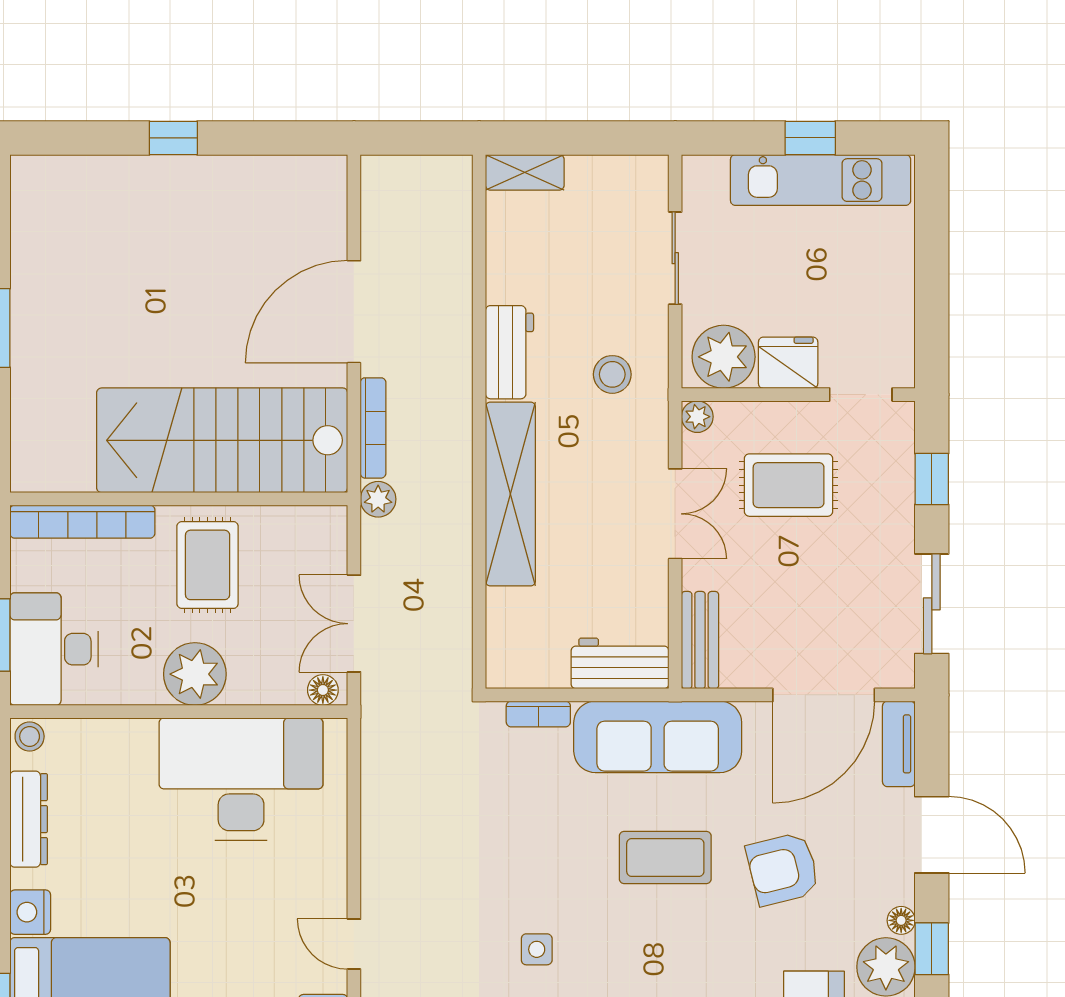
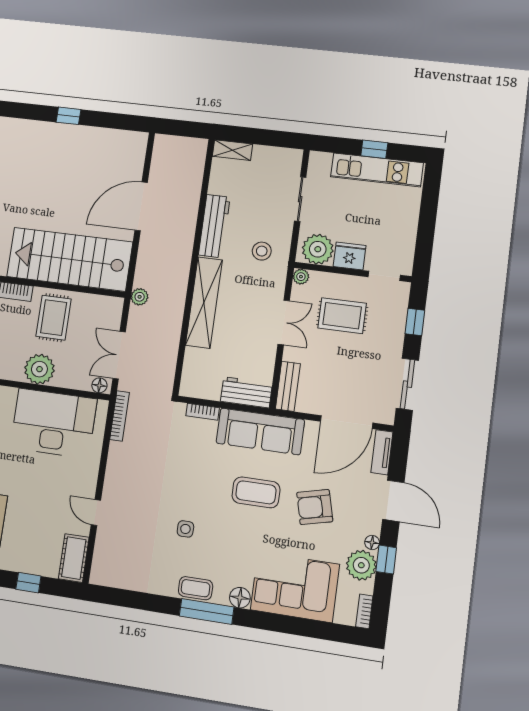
workbench: (509, 352) -> (214, 226), width x1.37
bookcase: (373, 428) -> (120, 416), moved

